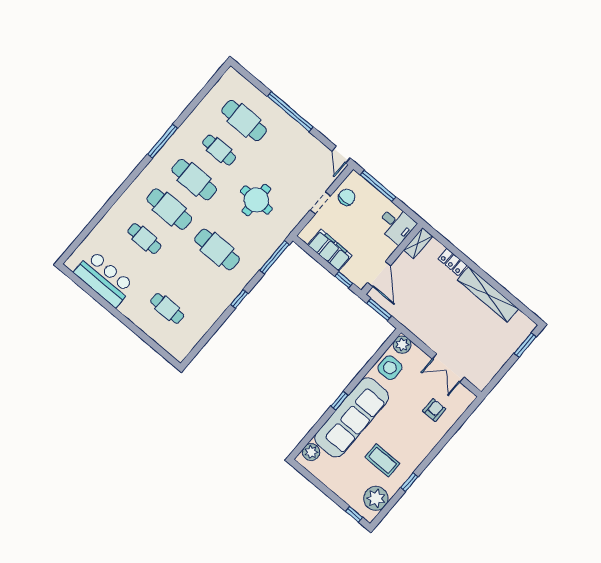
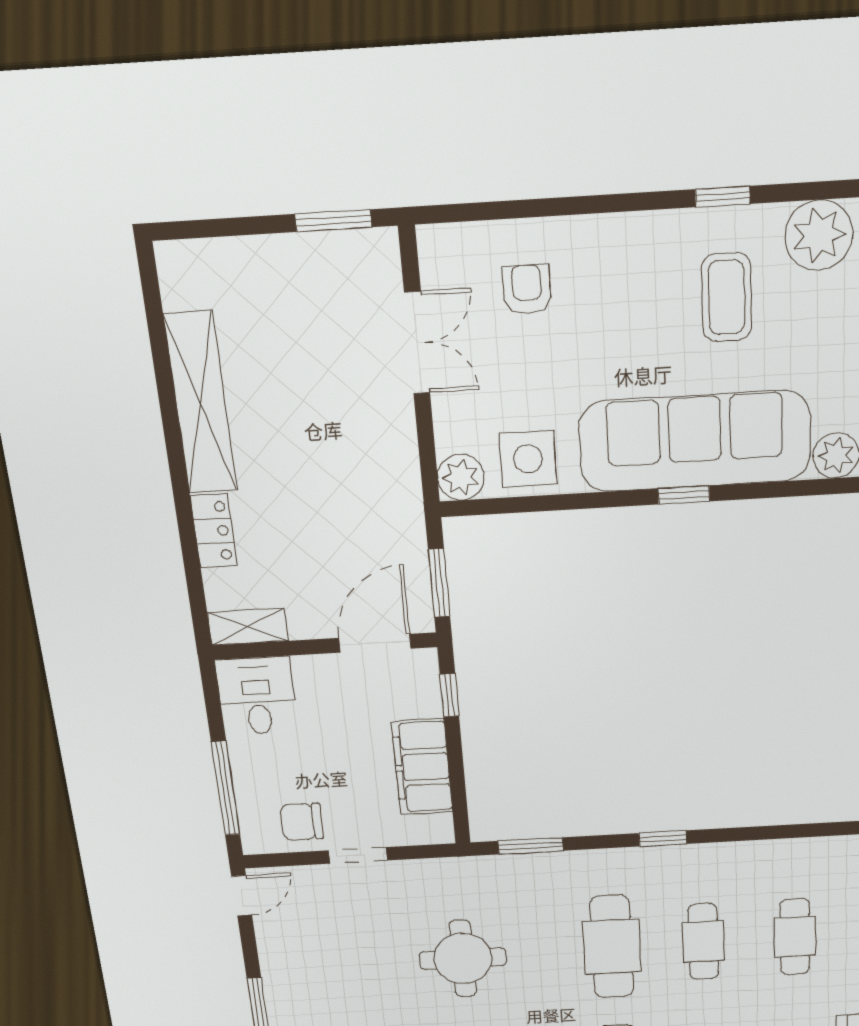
window: (274, 257) -> (531, 846), width x0.69
cafe table: (192, 279) -> (703, 942), added
window: (525, 345) -> (333, 221), moved
armchair: (434, 410) -> (527, 289), turned 90

